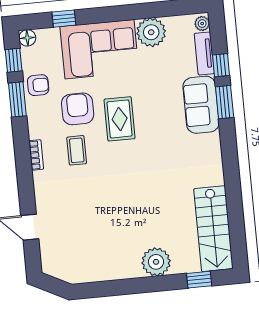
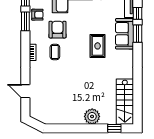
rug: (120, 119) -> (98, 46), moved

